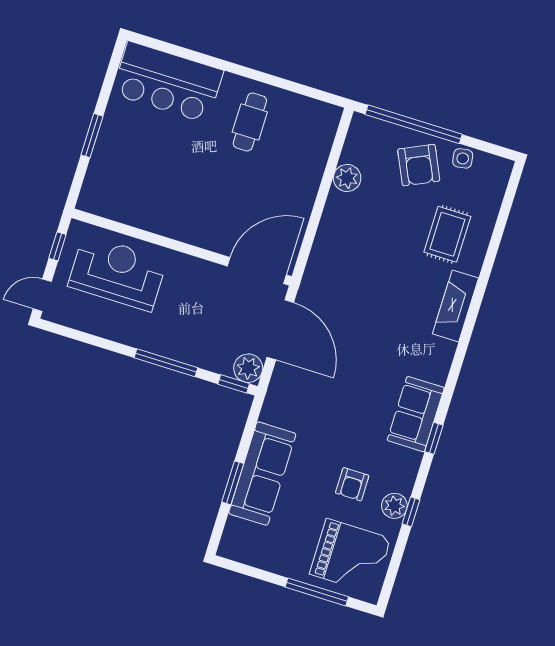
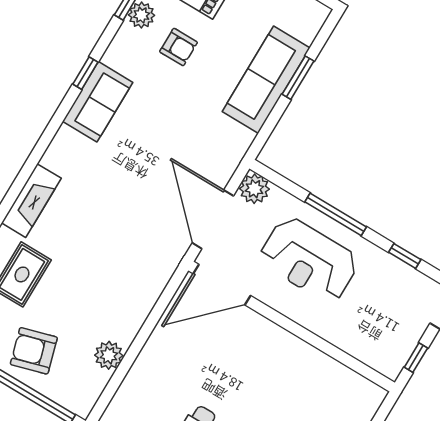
armchair: (419, 165) -> (34, 351), turned -81
reception desk: (118, 273) -> (309, 260), moved
window: (234, 384) -> (405, 256), moved
armchair: (352, 484) -> (179, 47), turned 90

